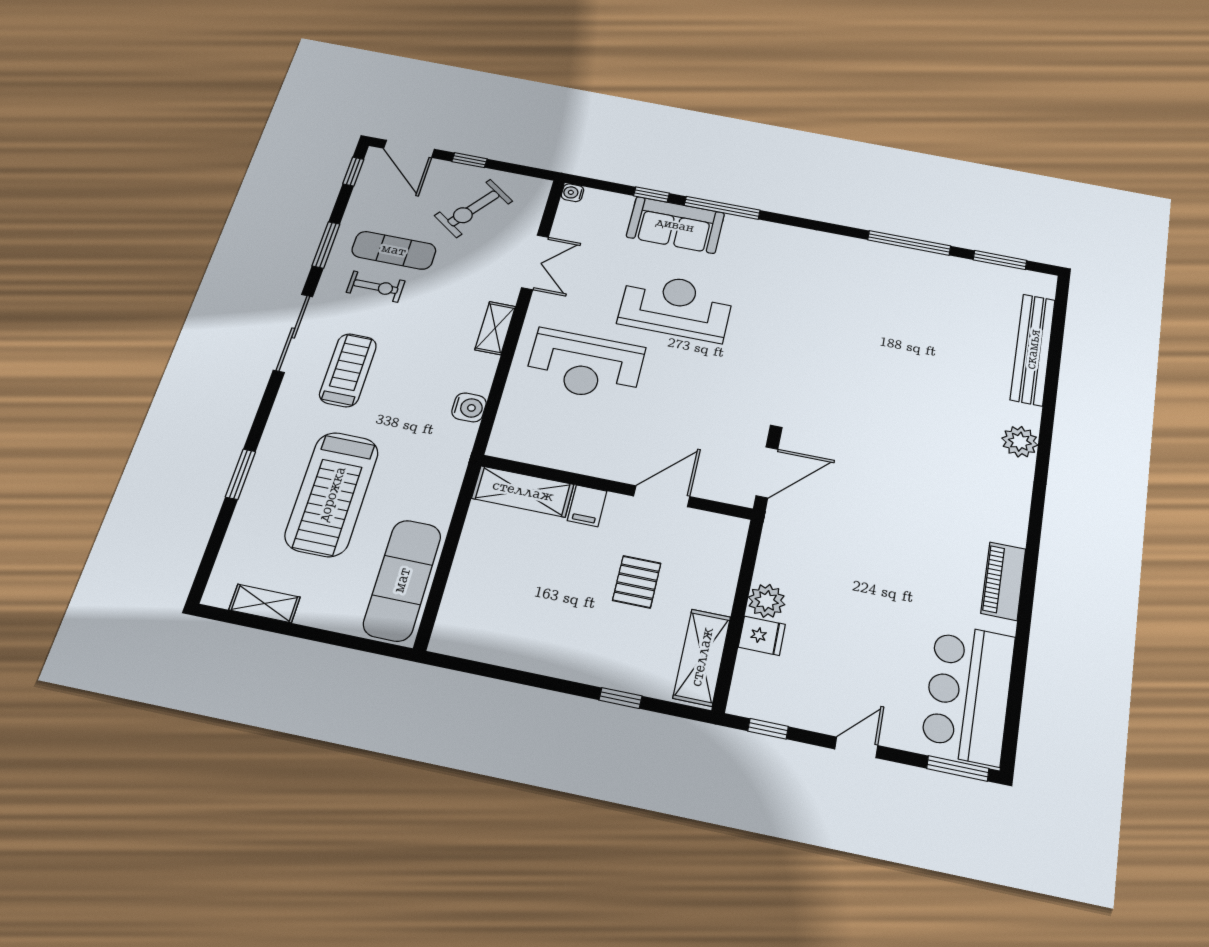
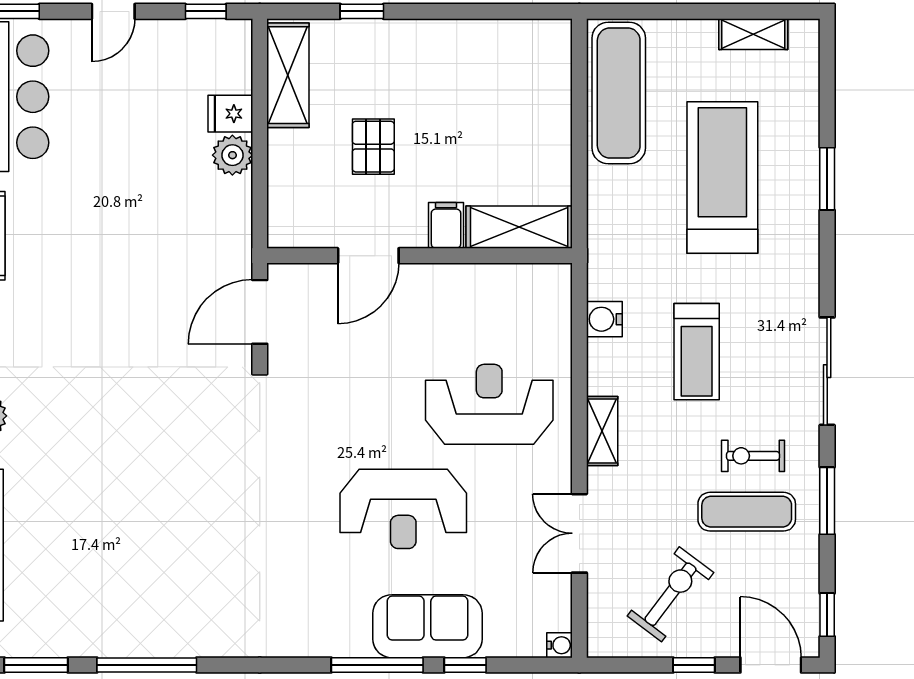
treadmill: (348, 370) -> (697, 352), moved

